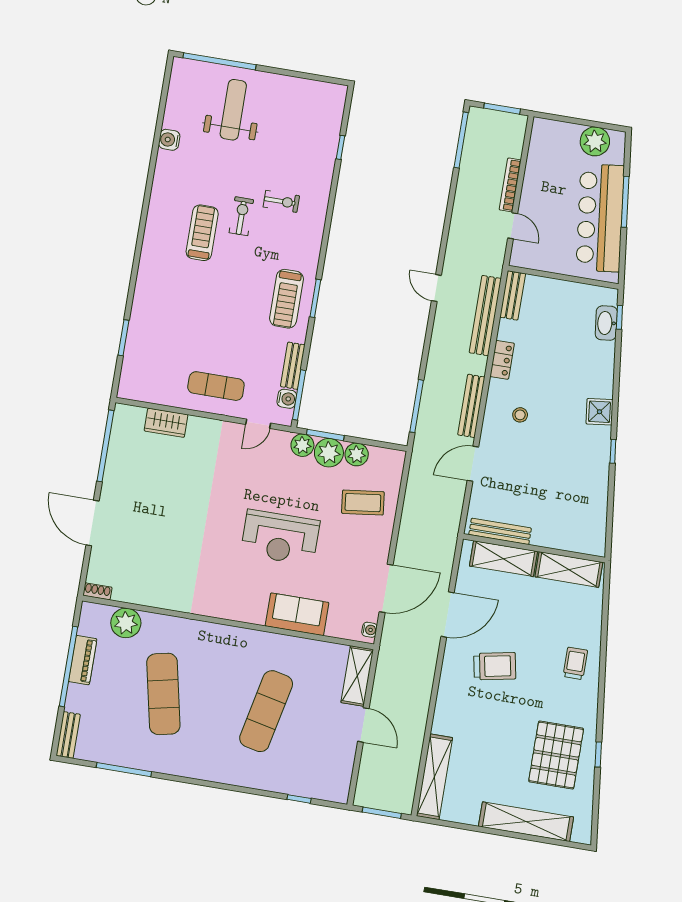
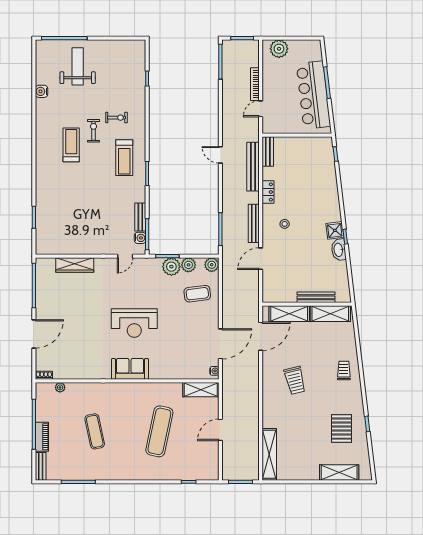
plant: (595, 141) -> (279, 49), moved
door: (513, 226) -> (261, 109), swing flipped
treadmill: (286, 299) -> (124, 158), moved
washbasin: (606, 323) -> (339, 250), moved
exercise mat: (216, 386) -> (95, 237), removed
shower: (600, 412) -> (335, 230), moved
wardrobe: (166, 423) -> (75, 265), width x1.50
plant: (302, 445) -> (212, 265), moved
door: (93, 523) -> (34, 334), swing flipped
bench: (500, 531) -> (316, 297), moved
reception desk: (280, 537) -> (134, 323), moved
sofa: (297, 614) -> (130, 369), moved
door: (448, 614) -> (261, 336), moved
plant: (126, 623) -> (60, 387), width x0.53, depth x0.53
piano: (83, 660) -> (42, 437), moved
trolley: (495, 666) -> (295, 380), turned 87
shelving: (357, 676) -> (201, 390), moved, turned 90
exercise mat: (163, 694) -> (95, 431), width x0.73, depth x0.69
door: (363, 725) -> (220, 430), swing flipped
pallet: (556, 755) -> (341, 429), width x0.73, depth x0.71
shelving: (526, 822) -> (339, 472), width x0.68

